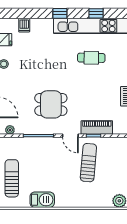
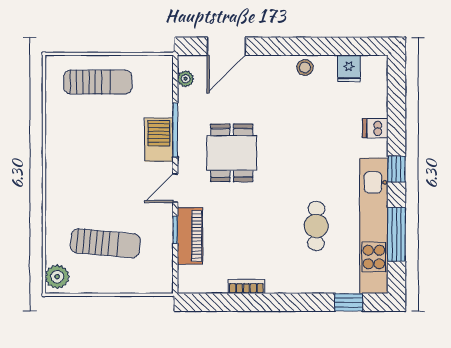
window: (96, 13) -> (396, 234), width x2.17
dishwasher: (24, 25) -> (375, 128), moved
sun lounger: (88, 163) -> (105, 243), moved
barbecue: (42, 200) -> (159, 140), moved, turned 180

